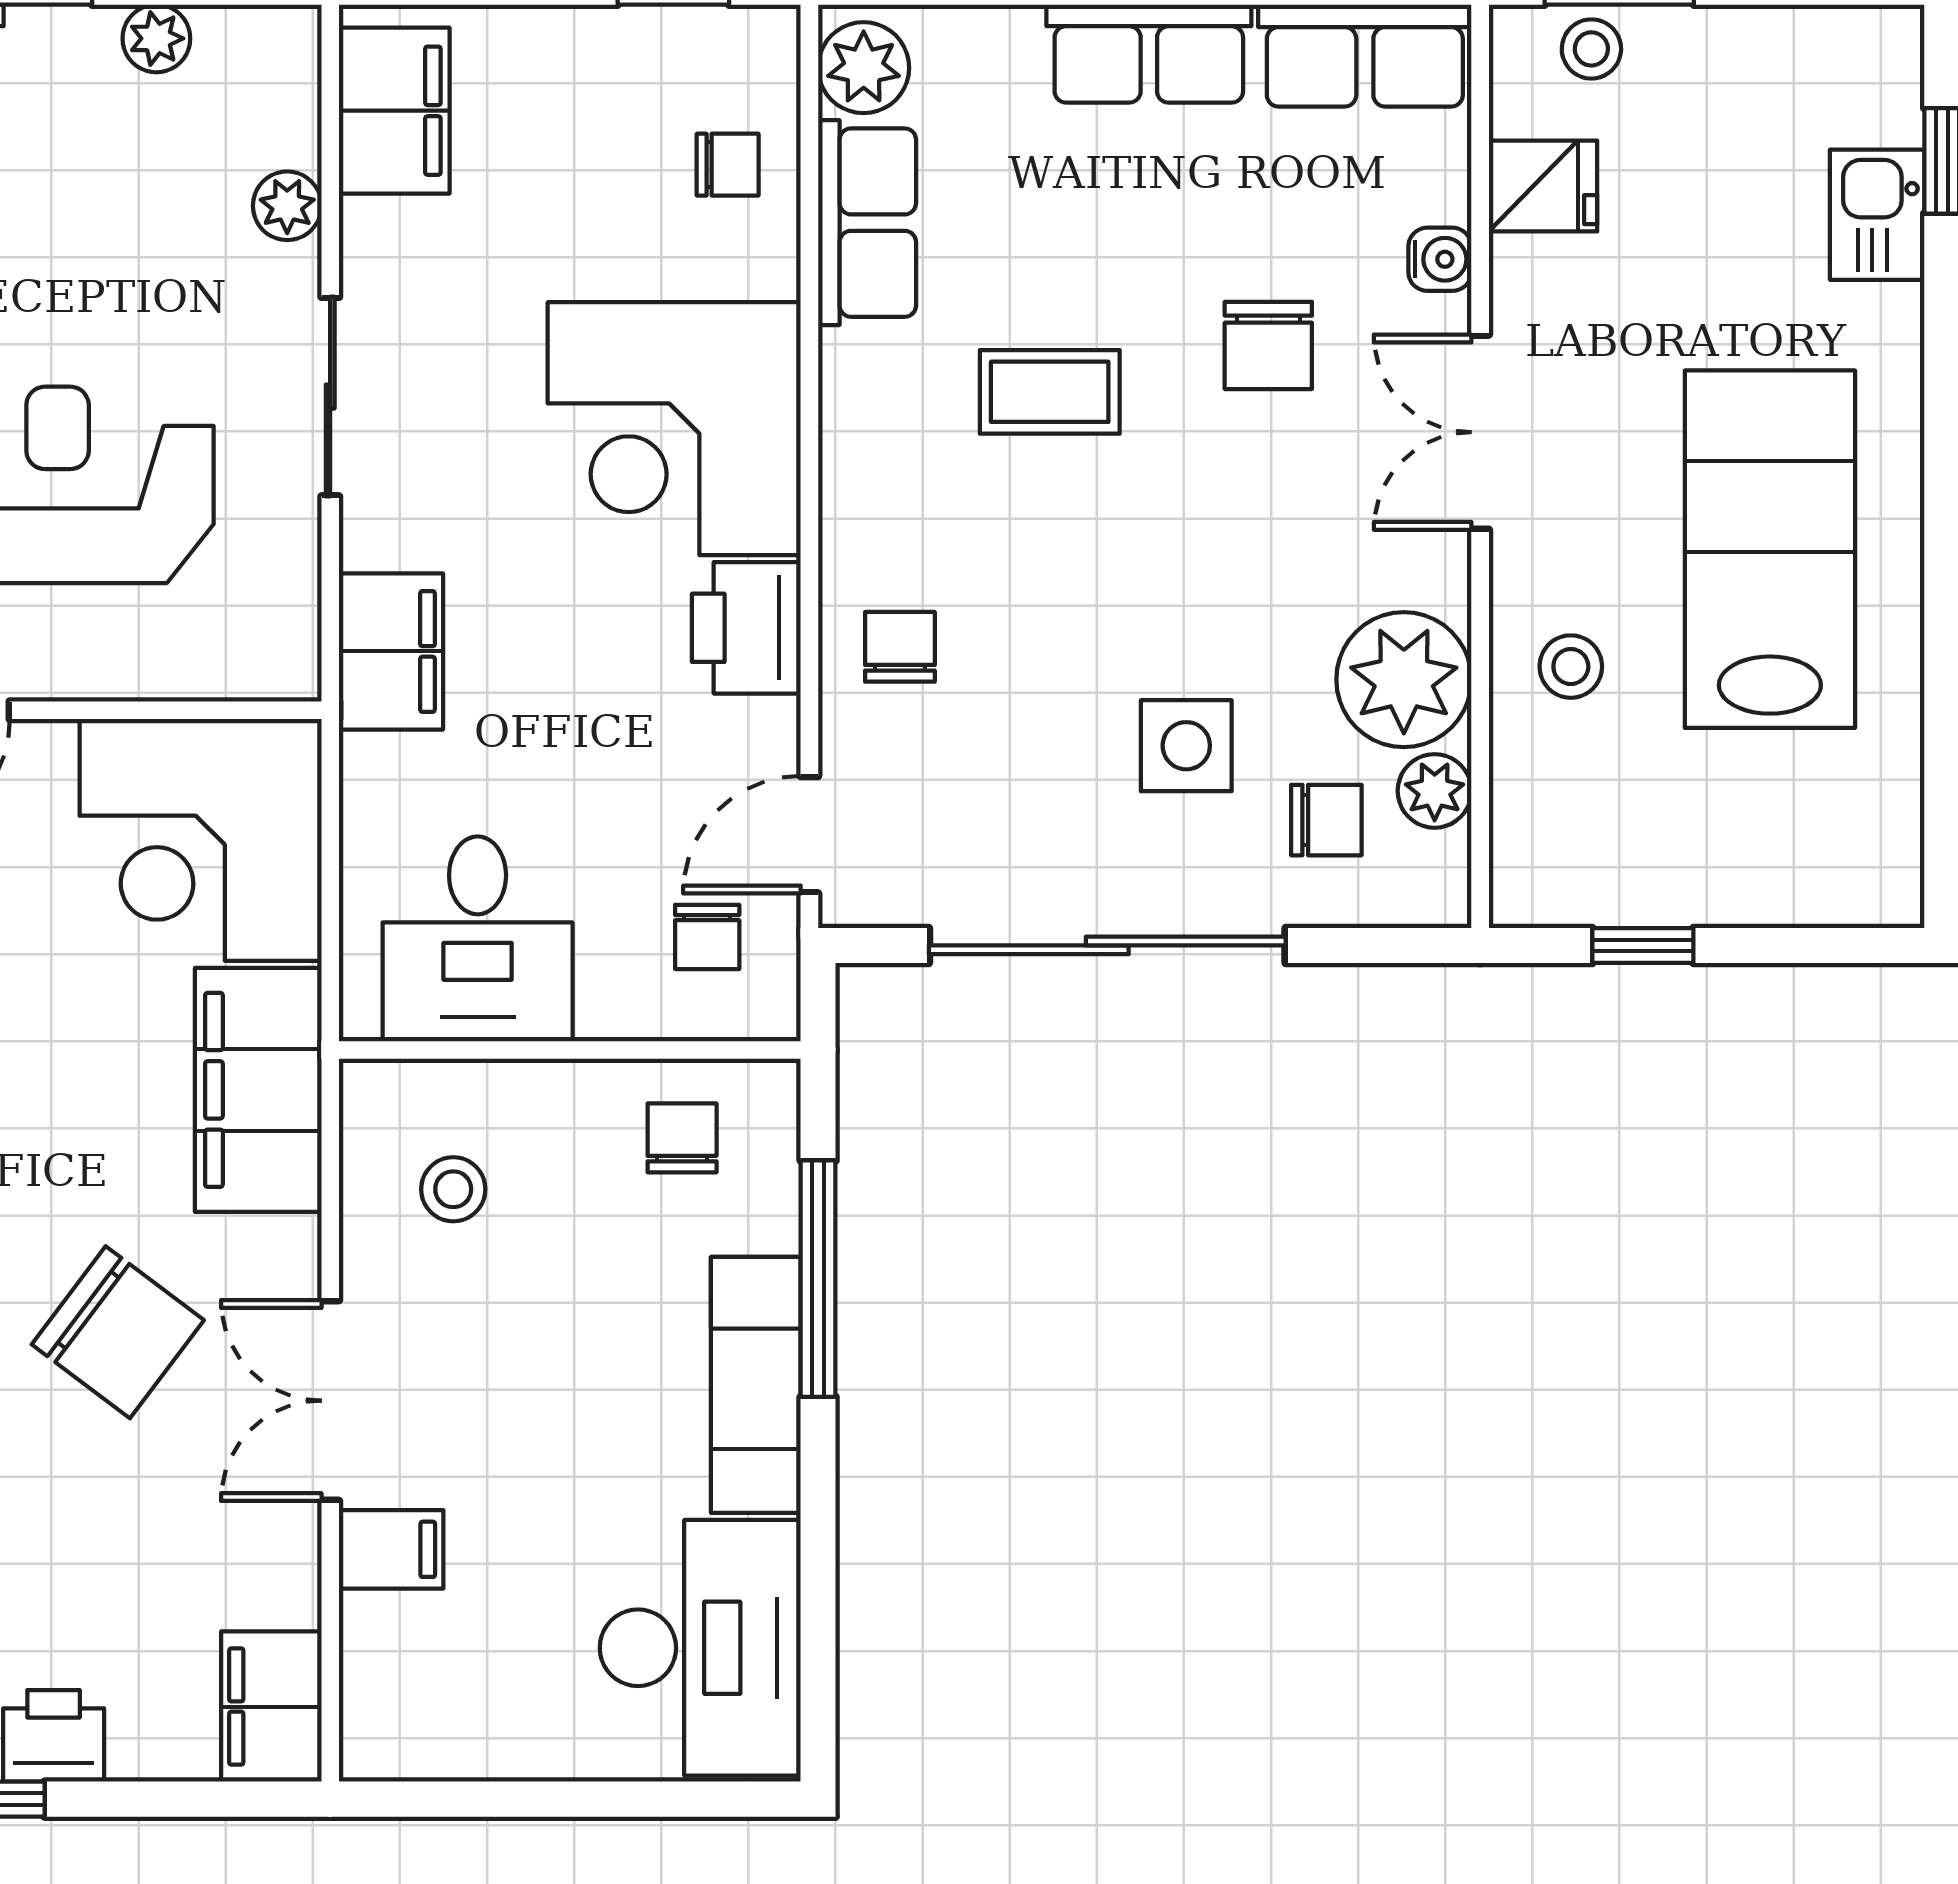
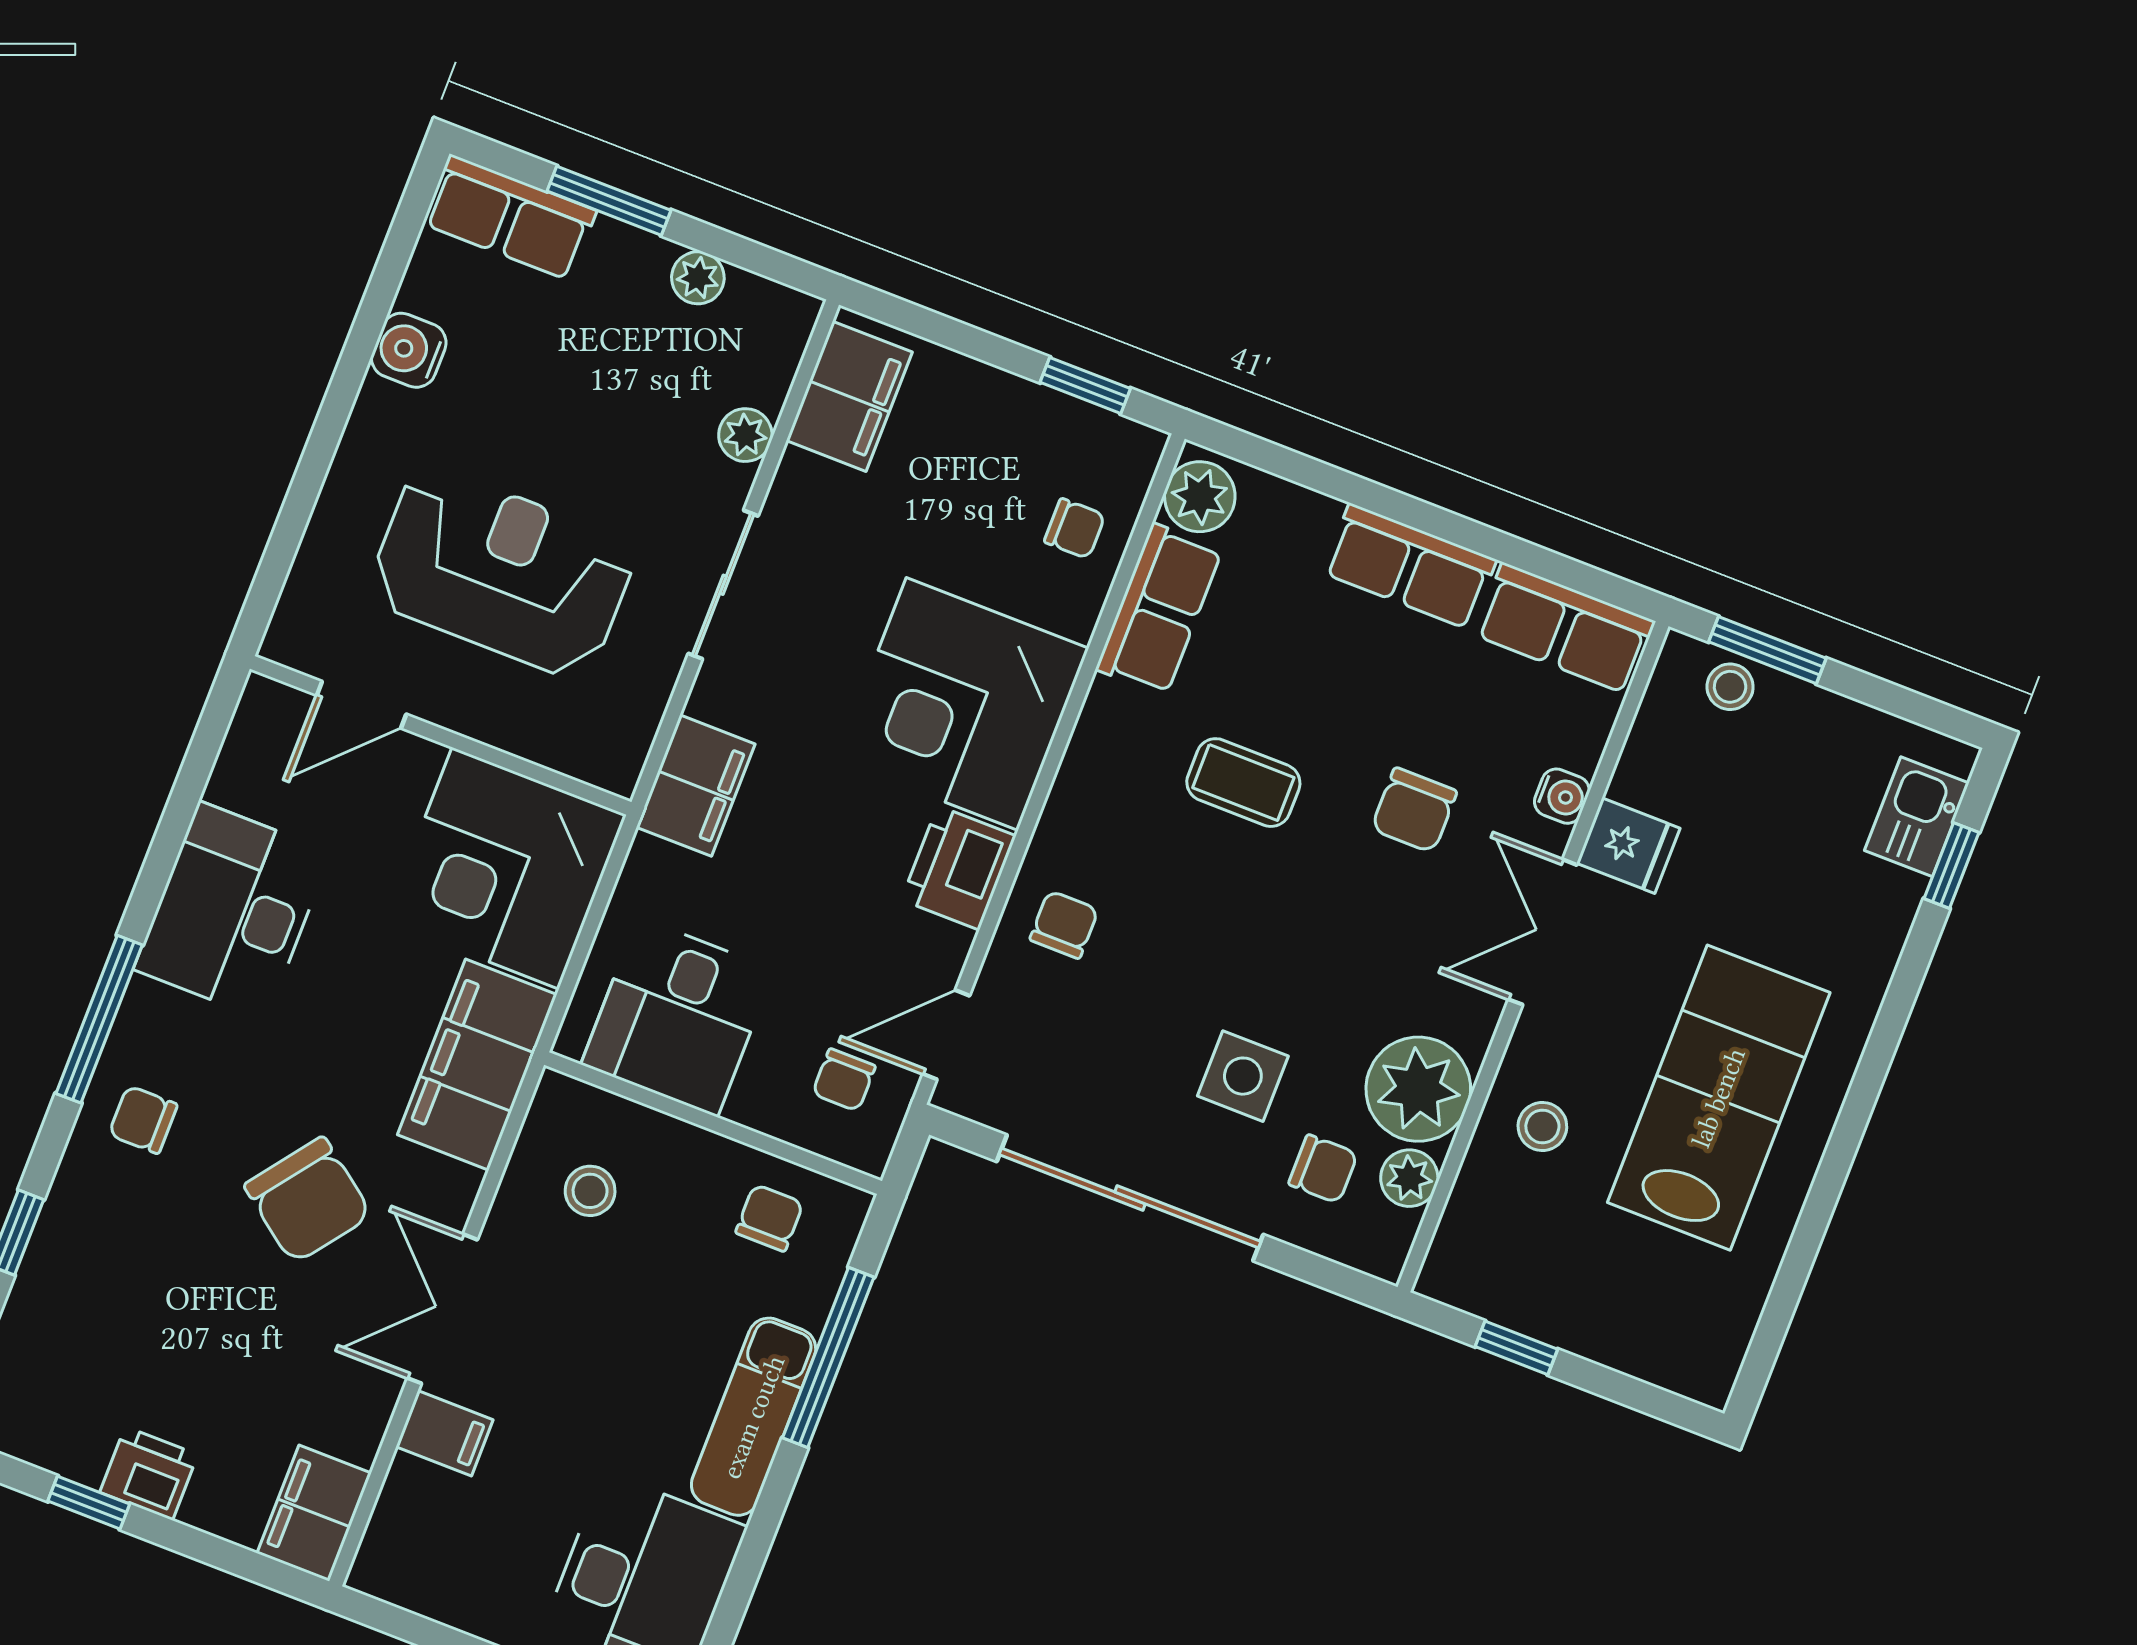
fridge: (1543, 186) -> (1628, 846), moved
kitchen sink: (1877, 215) -> (1917, 817), moved

